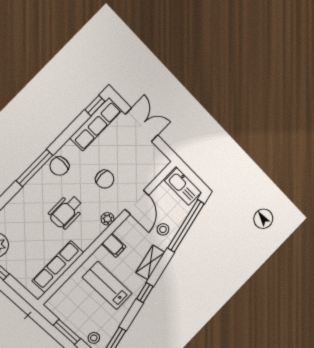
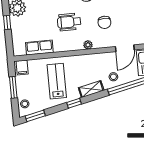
door: (137, 202) -> (125, 48), moved
filing cabinet: (114, 245) -> (22, 68), moved
row of seats: (58, 267) -> (39, 48), width x0.68

